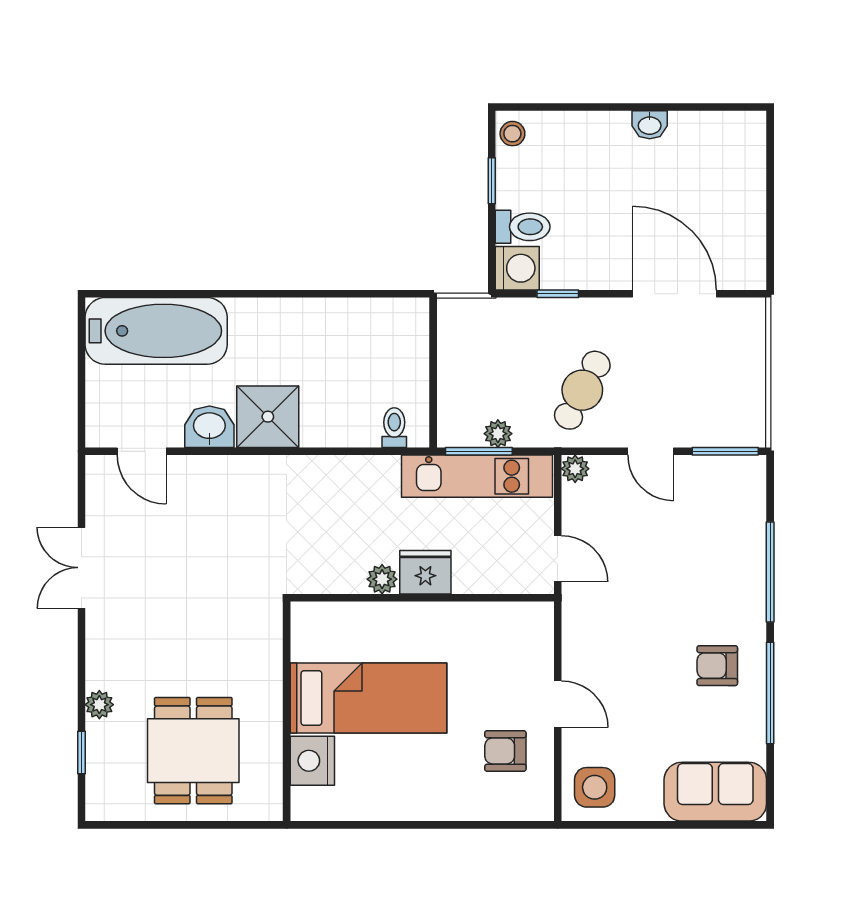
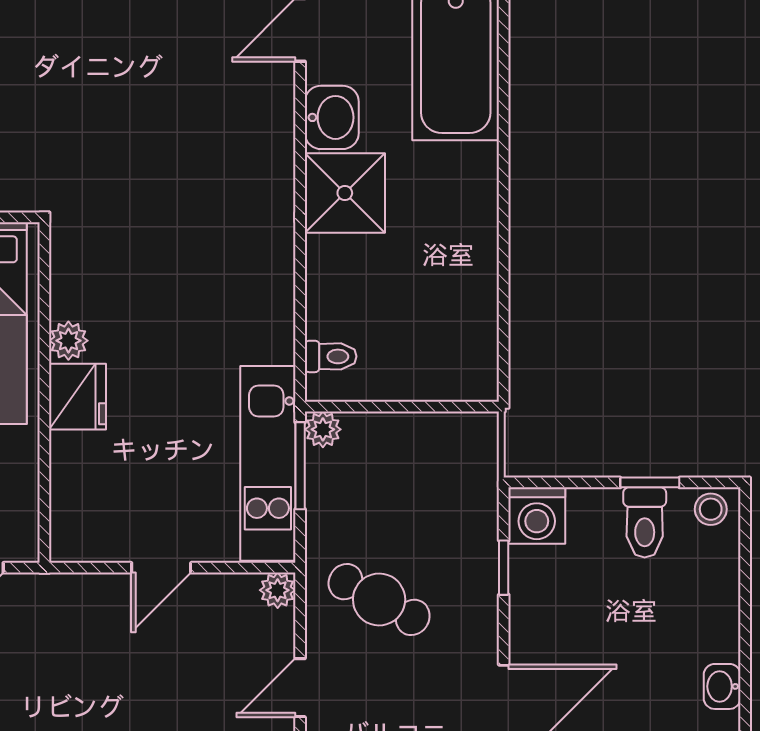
toilet: (523, 227) -> (645, 522), moved
plant: (498, 434) -> (323, 429), moved
fridge: (425, 572) -> (78, 397), moved
plant: (382, 579) -> (68, 341), moved
wall: (422, 598) -> (44, 392), moved

